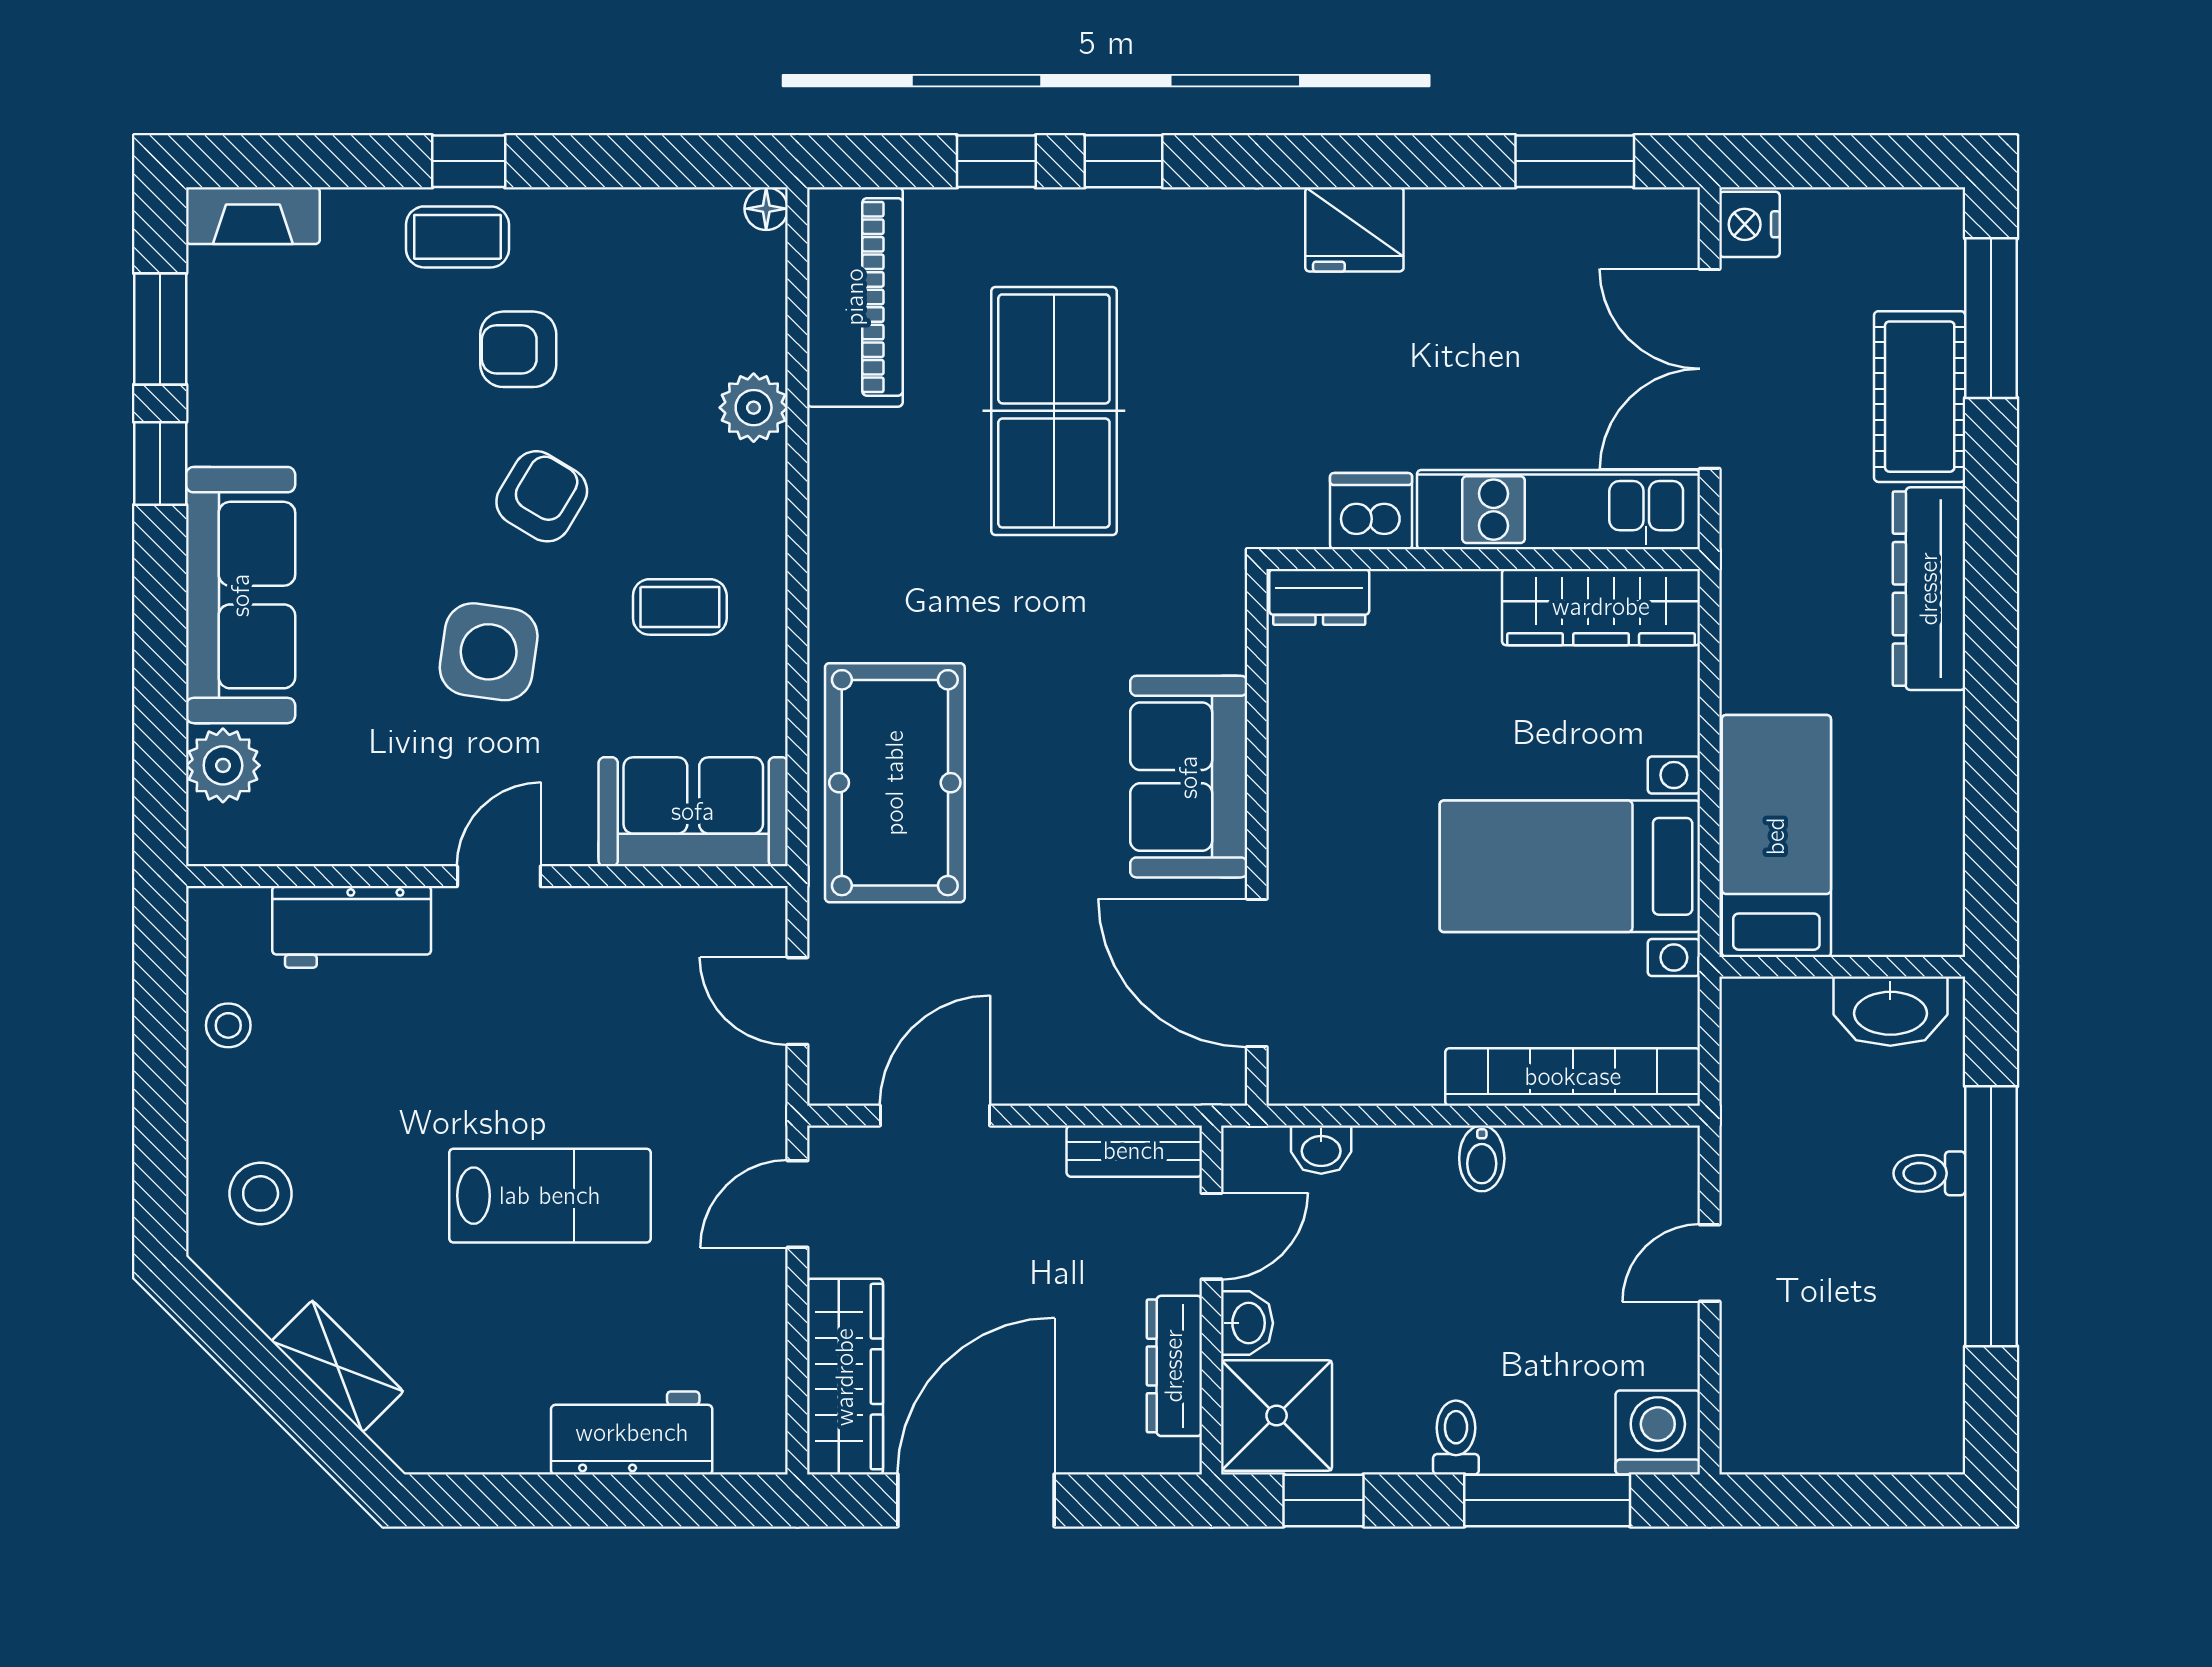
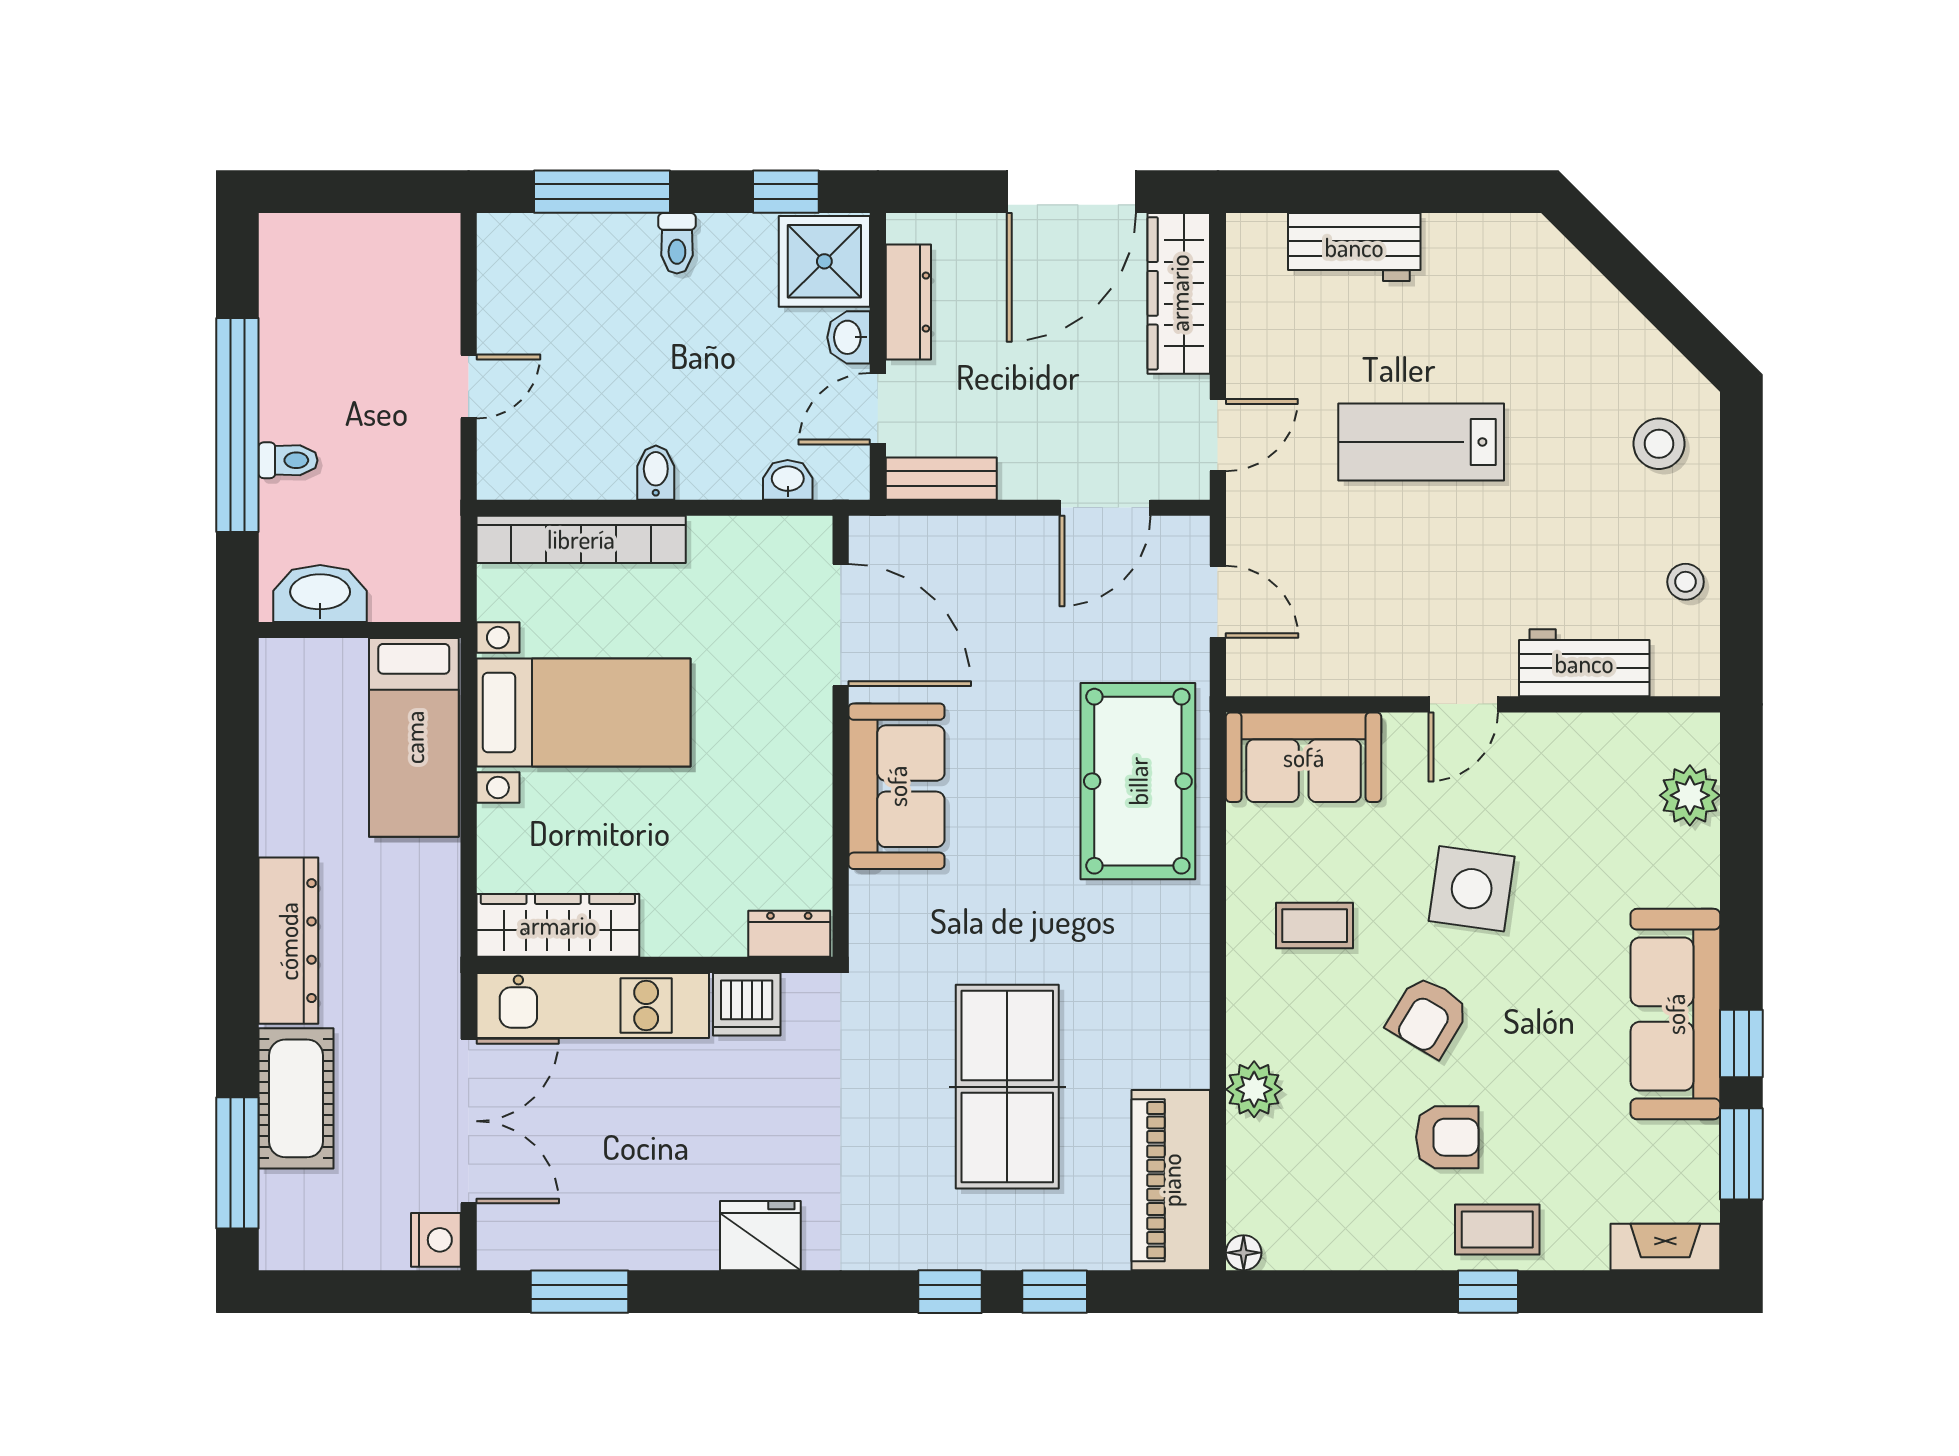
sofa: (241, 595) -> (1675, 1014), moved
shelving: (337, 1366) -> (1596, 302), removed
washing machine: (1658, 1432) -> (511, 247), removed

